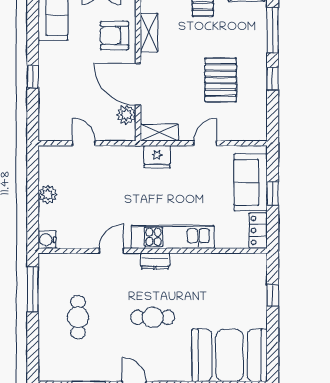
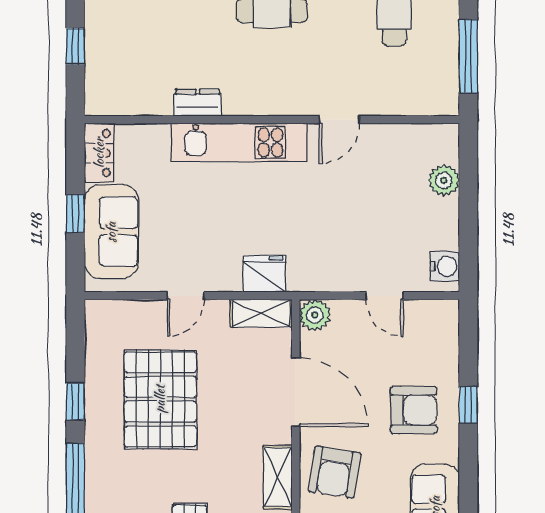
armchair: (114, 36) -> (334, 472), turned 99
armchair: (66, 73) -> (414, 410), added
pallet: (221, 80) -> (160, 399), width x1.37, depth x1.41
plant: (126, 115) -> (315, 315), moved
plant: (48, 194) -> (444, 180), moved
water cooler: (47, 240) -> (445, 266), moved
dresser: (155, 261) -> (197, 103), moved

